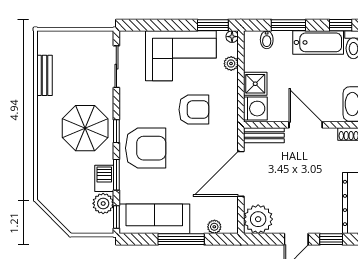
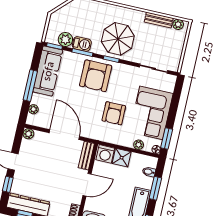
plant: (44, 46) -> (178, 24), added
plant: (258, 219) -> (28, 134), width x0.53, depth x0.53

